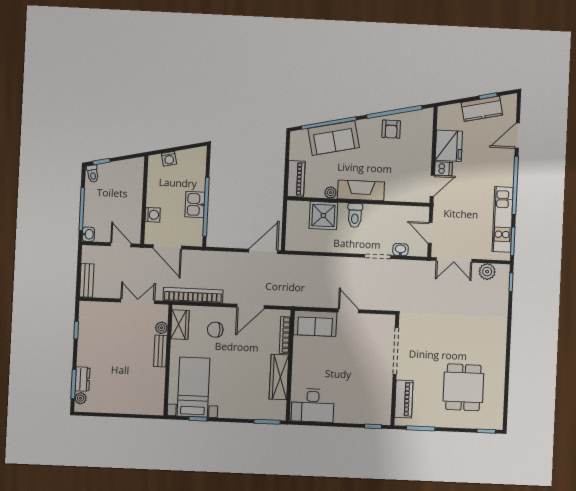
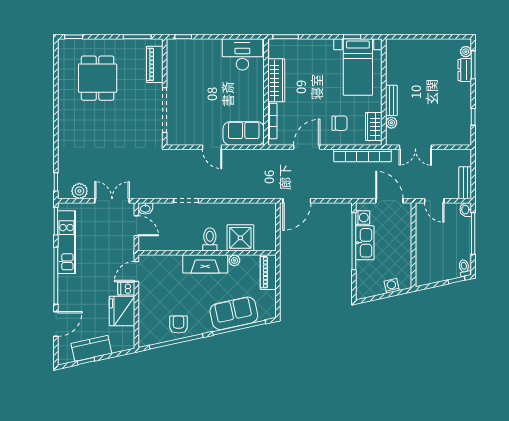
kitchen sink: (195, 205) -> (365, 243), width x1.38
washing machine: (153, 215) -> (363, 218), moved, turned 180
washbasin: (401, 250) -> (145, 208), moved
bench: (87, 280) -> (465, 183), moved

